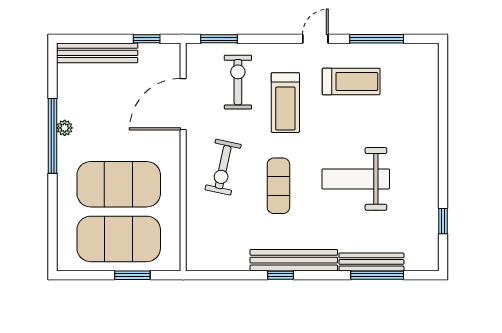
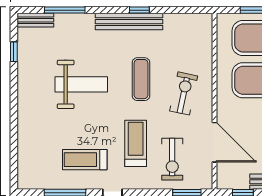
door: (183, 104) -> (215, 142), hinge flipped
bench: (371, 262) -> (35, 20), moved, width x0.73

